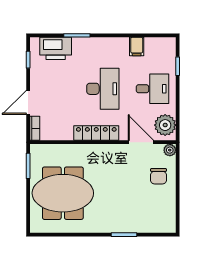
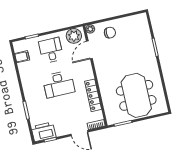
filing cabinet: (137, 46) -> (22, 57), moved
printer: (56, 48) -> (44, 132), moved, turned -90
desk: (103, 89) -> (59, 84), turned 180
locker: (96, 133) -> (93, 95), moved

